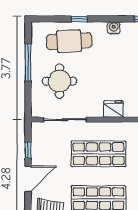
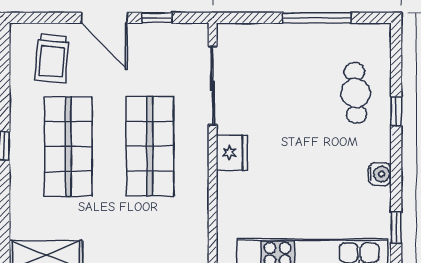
cafe table: (69, 41) -> (356, 93), width x0.73, depth x0.74
round table: (60, 81) -> (283, 75), removed
fridge: (113, 109) -> (232, 153), moved

